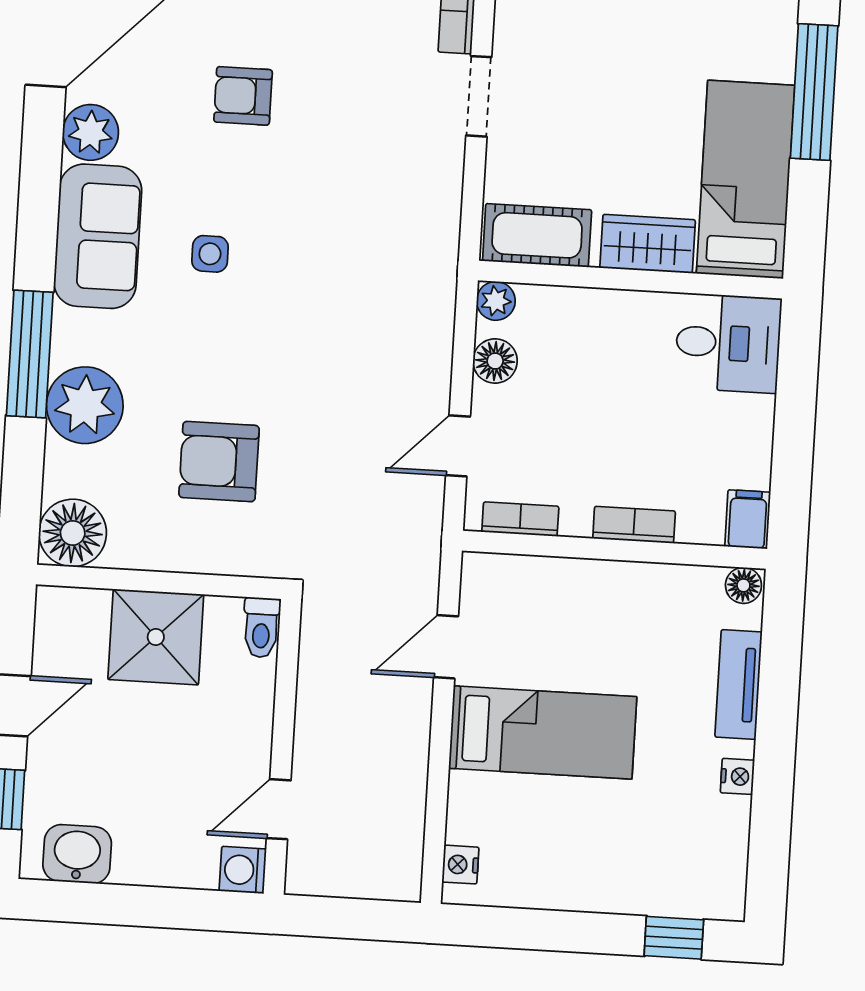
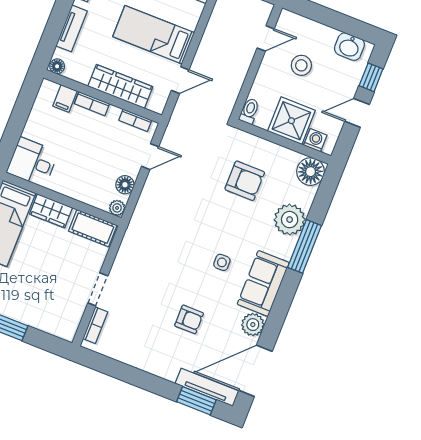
filing cabinet: (748, 519) -> (65, 98), moved
wardrobe: (581, 587) -> (120, 86), added
stool: (175, 774) -> (301, 65), added
washing machine: (243, 870) -> (315, 140), moved, turned -90

